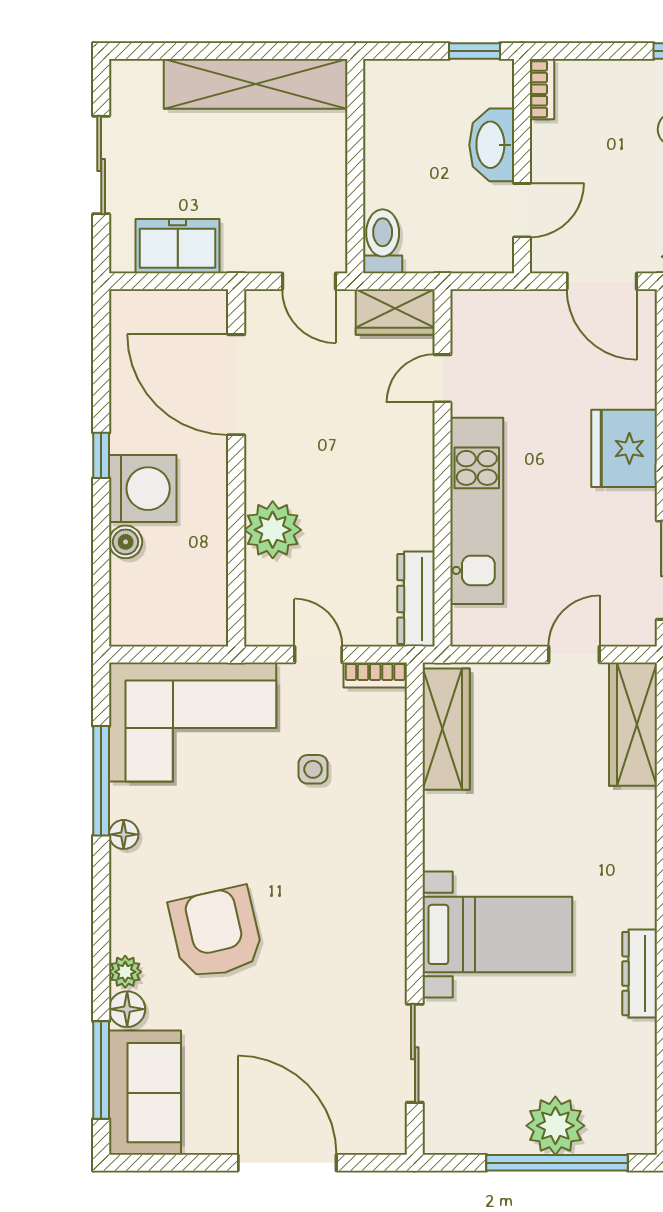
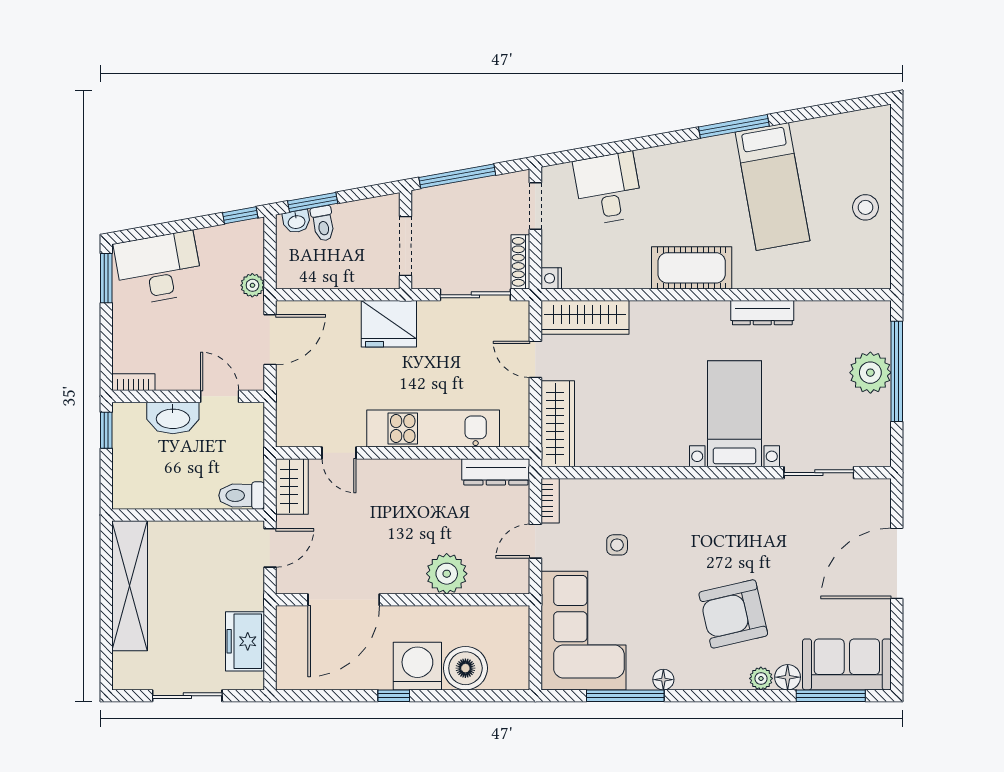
boiler: (126, 542) -> (465, 668), width x1.86, depth x1.86
wardrobe: (446, 729) -> (558, 424), moved, turned 90

